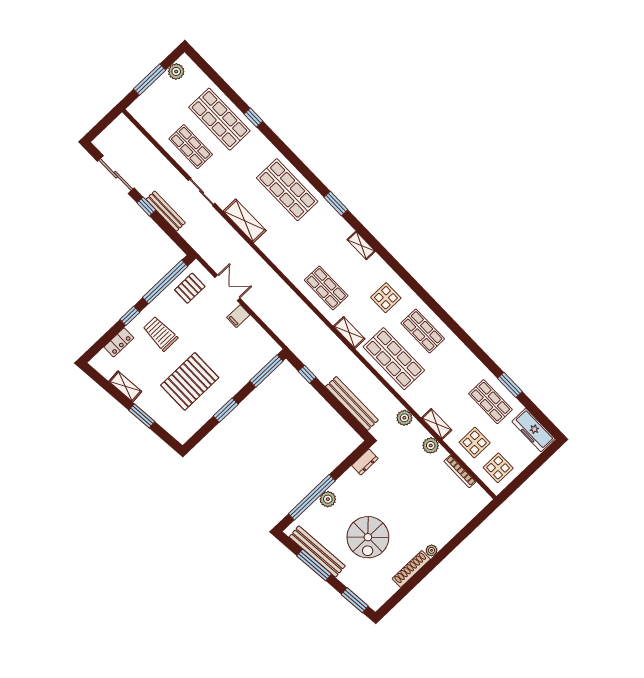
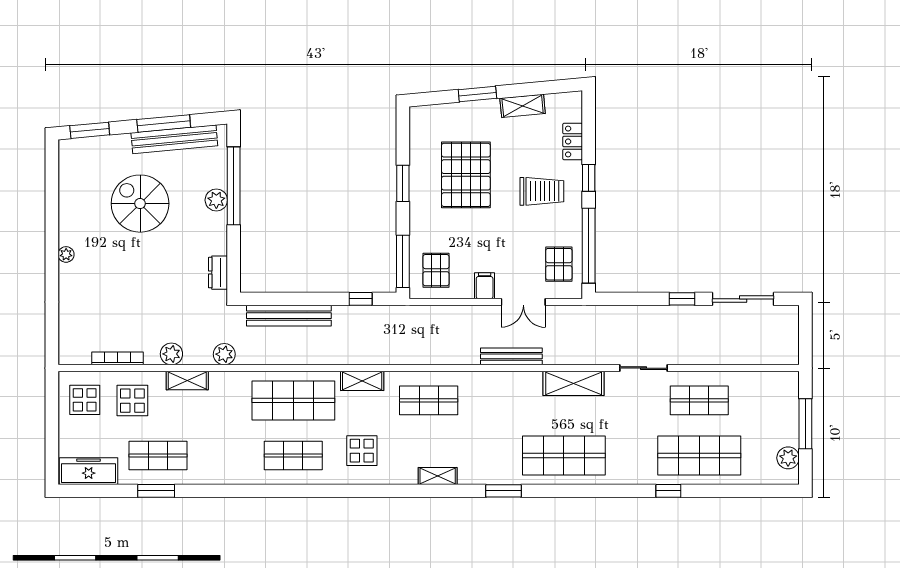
bench: (166, 211) -> (511, 356), moved
pallet: (254, 349) -> (436, 270), added
shoe rack: (411, 569) -> (67, 216), removed

